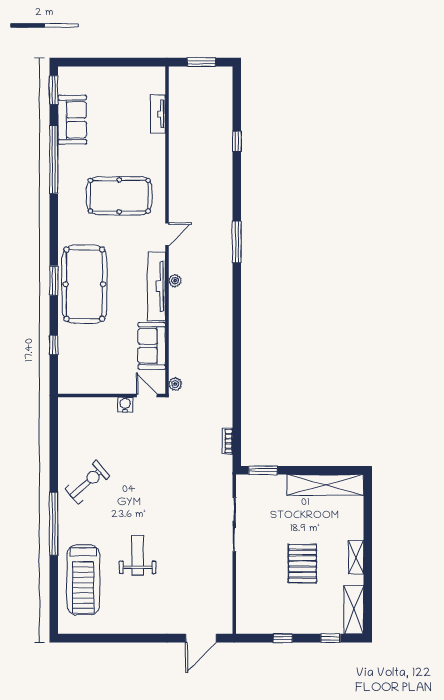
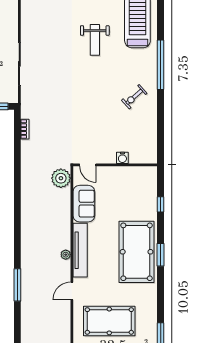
plant: (175, 384) -> (61, 178), width x1.87, depth x1.87
water cooler: (125, 405) -> (122, 158), moved
exercise bike: (87, 482) -> (134, 97), width x0.73, depth x0.72

